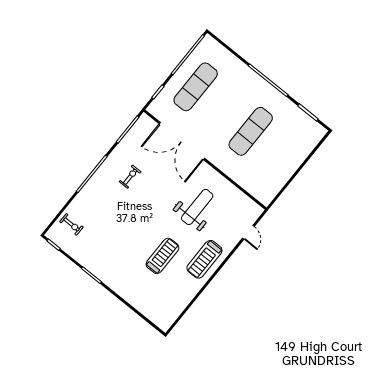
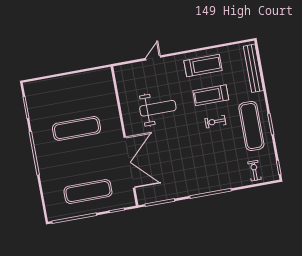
exercise bike: (130, 177) -> (215, 122), moved
weight bench: (197, 207) -> (158, 108), turned 180
door: (248, 232) -> (153, 58), moved
treadmill: (204, 259) -> (203, 66), moved
exercise mat: (106, 260) -> (251, 126), added
bench: (146, 309) -> (253, 68), added

